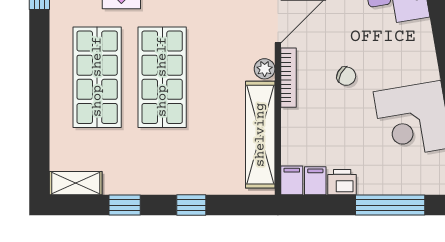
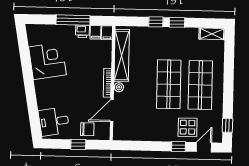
chair: (346, 76) -> (79, 83), removed
window: (125, 205) -> (177, 22), moved
window: (390, 205) -> (73, 20), moved

